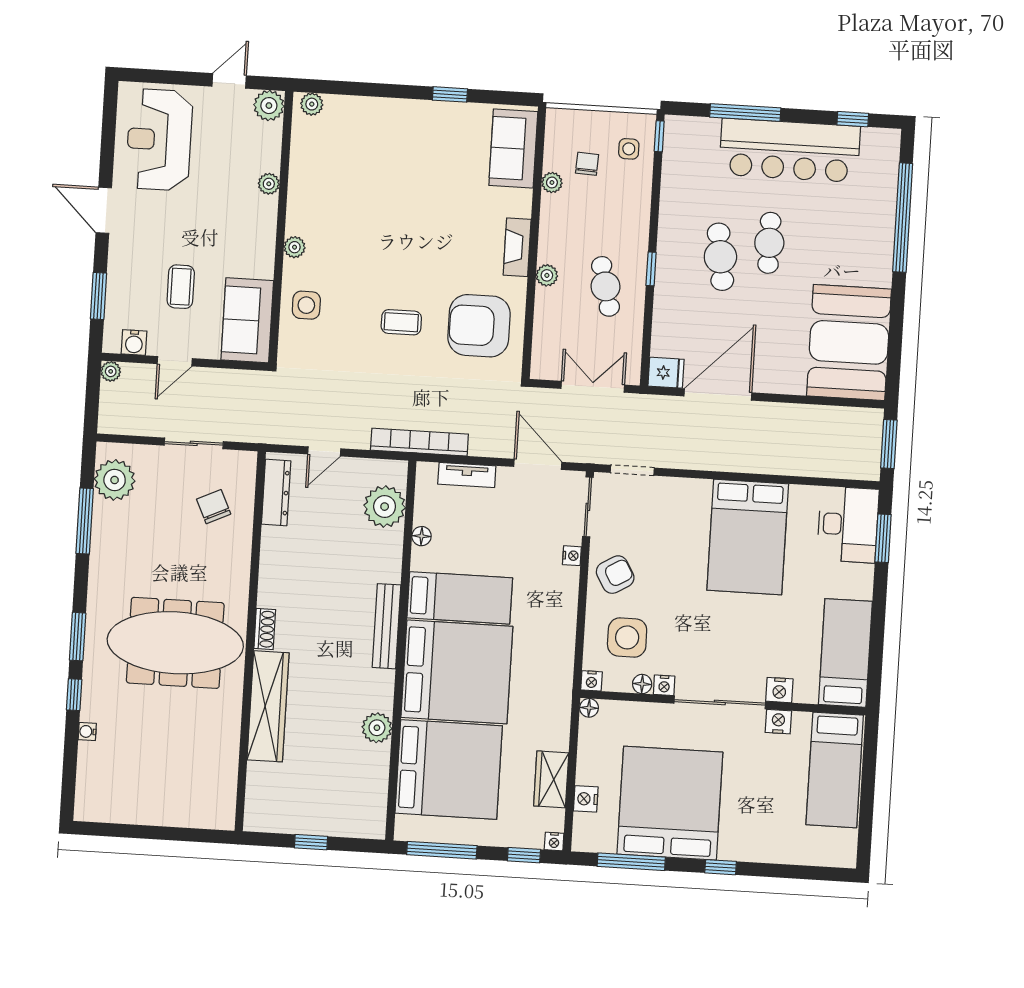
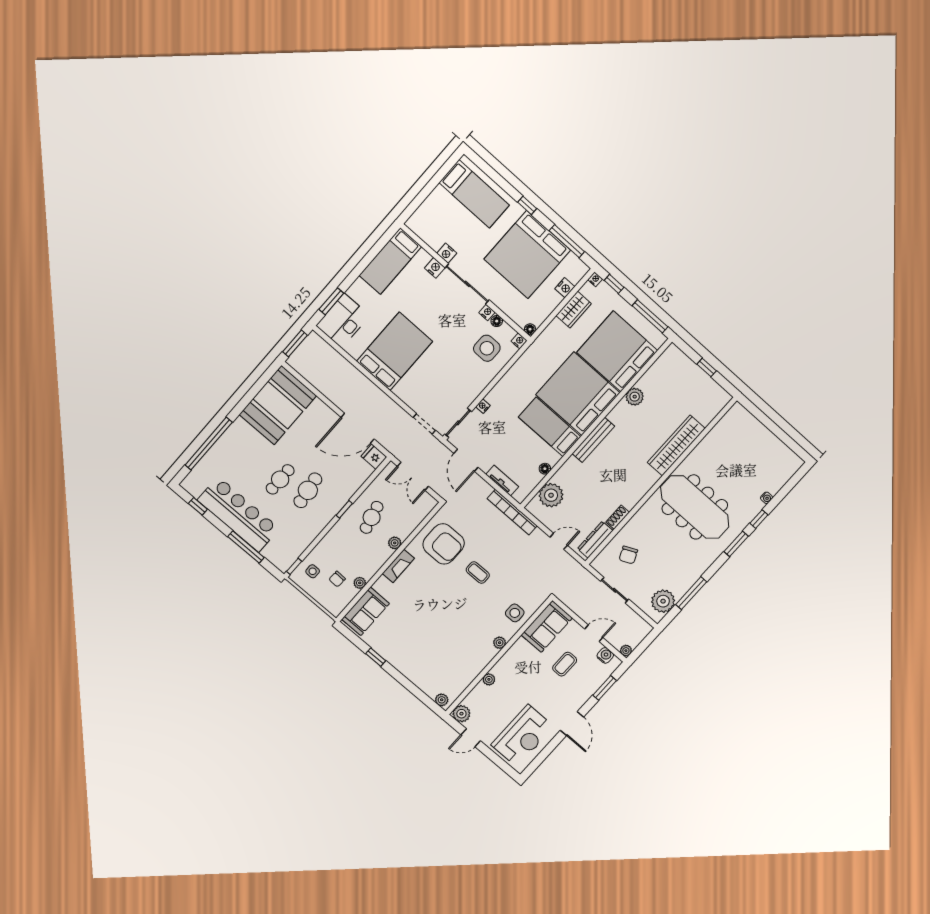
armchair: (615, 575) -> (470, 382), removed
shoe rack: (265, 629) -> (618, 517), moved
bed: (835, 770) -> (474, 194), moved, turned 90

